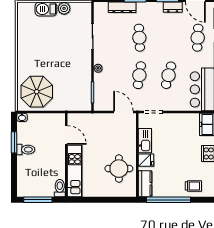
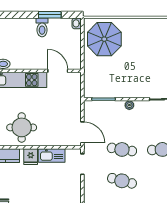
door: (123, 112) -> (82, 132), hinge flipped
door: (66, 135) -> (58, 71), swing flipped

